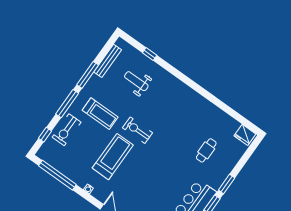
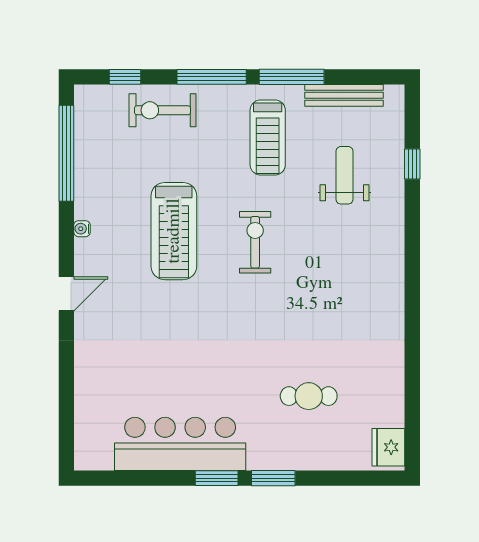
treadmill: (100, 114) -> (268, 137), moved
treadmill: (113, 157) -> (174, 231), turned 90

